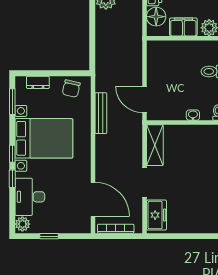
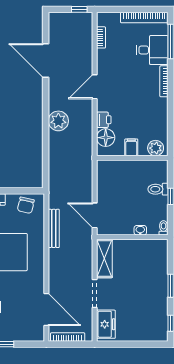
filing cabinet: (183, 27) -> (131, 147), width x0.50

